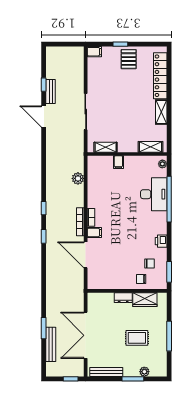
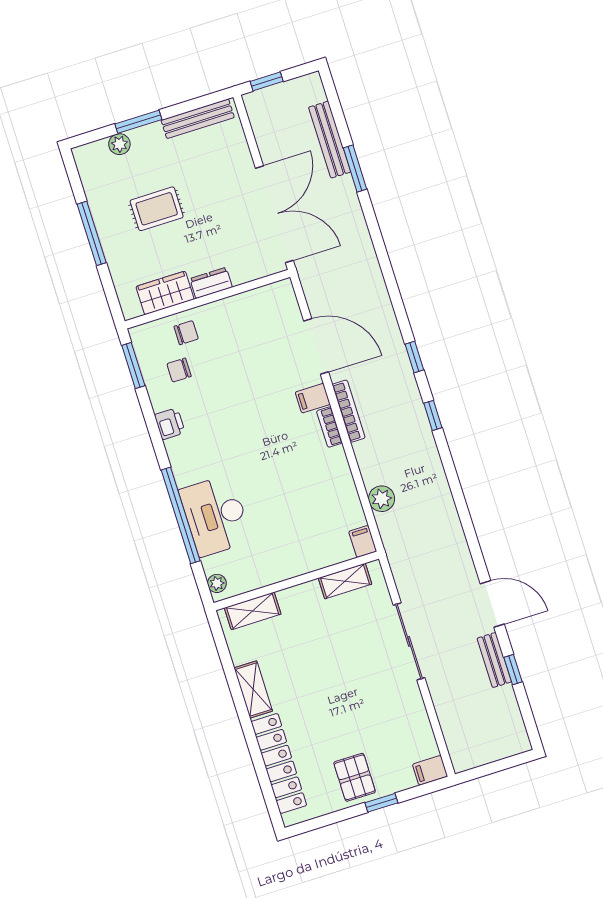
filing cabinet: (118, 162) -> (363, 541), moved
double door: (86, 335) -> (274, 214), moved

